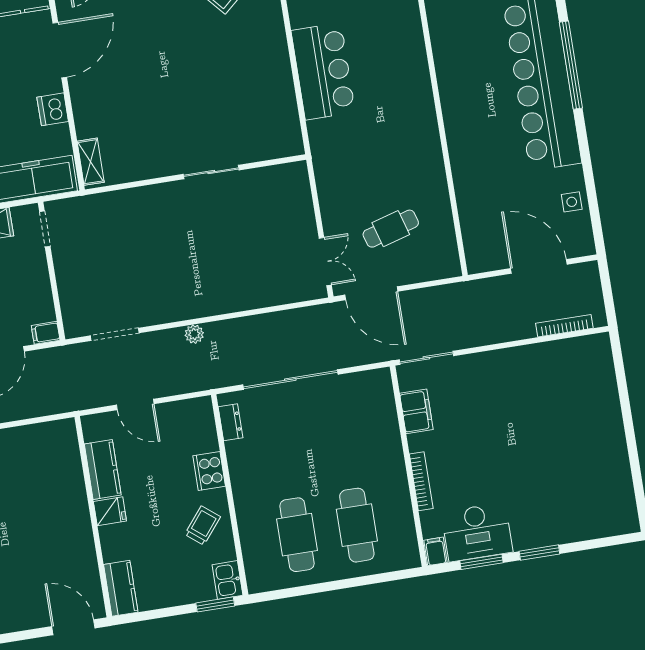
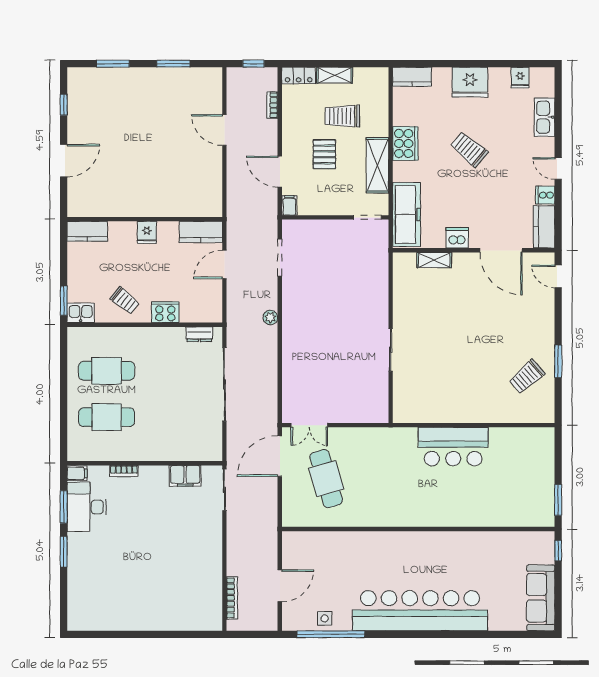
window: (571, 65) -> (331, 634), moved
shelving: (91, 162) -> (434, 260), moved
cafe table: (391, 229) -> (326, 479), width x1.37, depth x1.35
door: (539, 266) -> (280, 586), width x0.73
kitchen counter: (103, 470) -> (201, 232), moved
bookcase: (421, 481) -> (124, 471), width x0.64
door: (73, 627) -> (64, 161), moved

